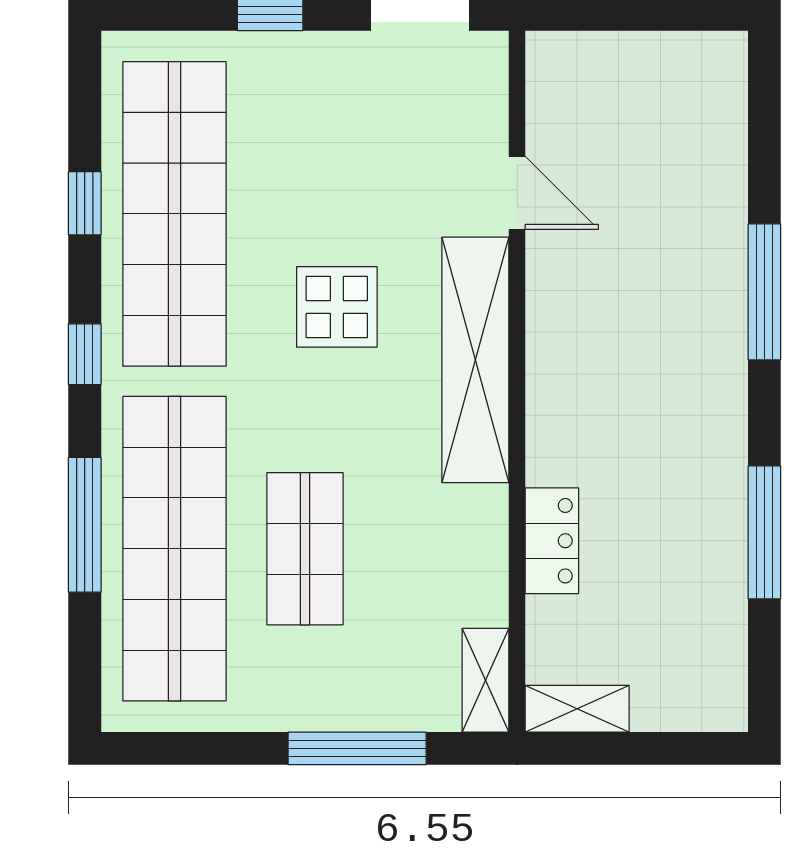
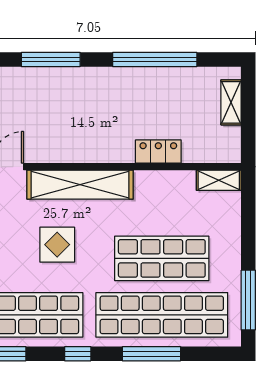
window: (764, 532) -> (155, 60), width x1.46
shop shelf: (305, 549) -> (162, 258), width x1.43, depth x1.36
shelving: (577, 709) -> (231, 102), moved
window: (357, 748) -> (248, 300), moved

